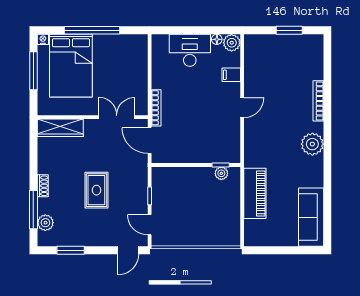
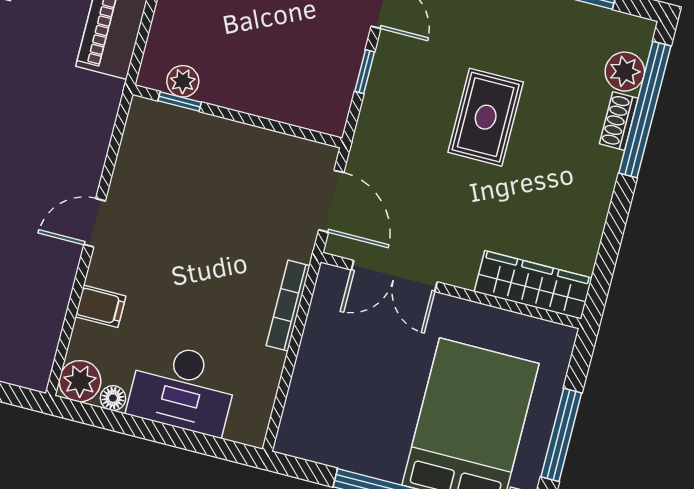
bookcase: (156, 108) -> (288, 306), moved
shoe rack: (43, 186) -> (619, 121), moved
window: (33, 210) -> (645, 110), width x1.46

